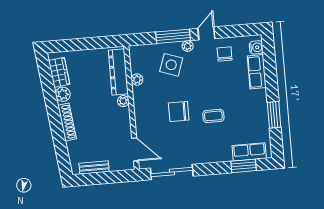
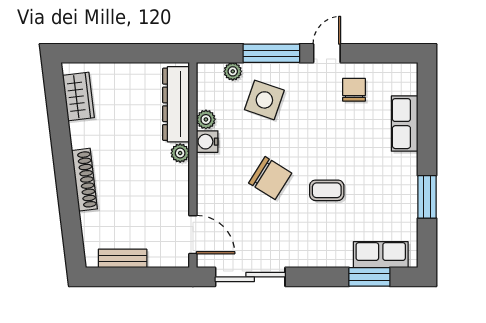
plant: (188, 46) -> (233, 71), moved
water cooler: (256, 47) -> (207, 142), moved, turned 180
plant: (63, 94) -> (81, 133), removed
chair: (179, 111) -> (270, 178), turned -148

